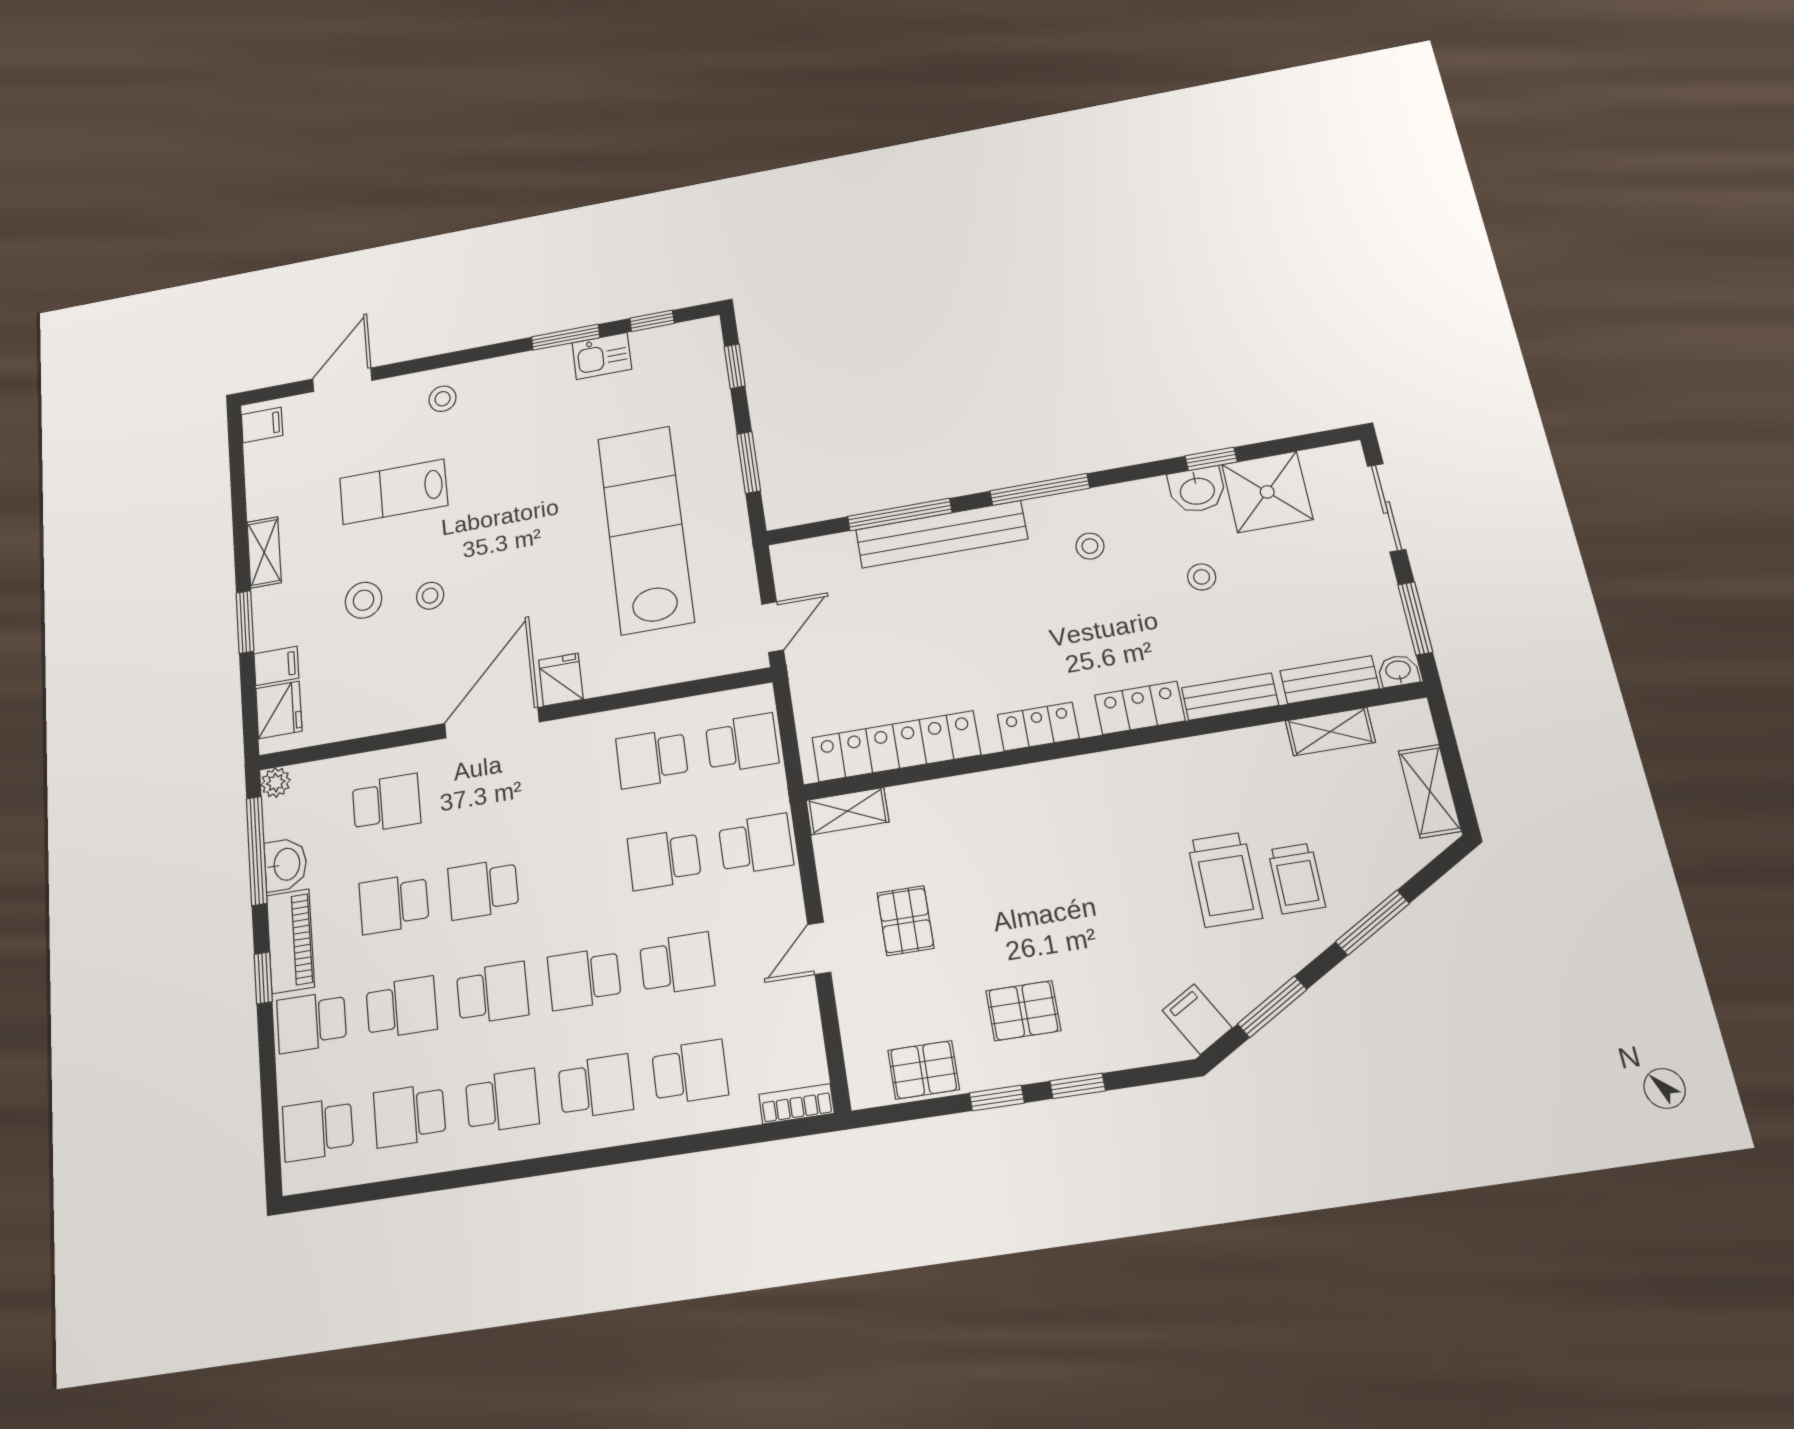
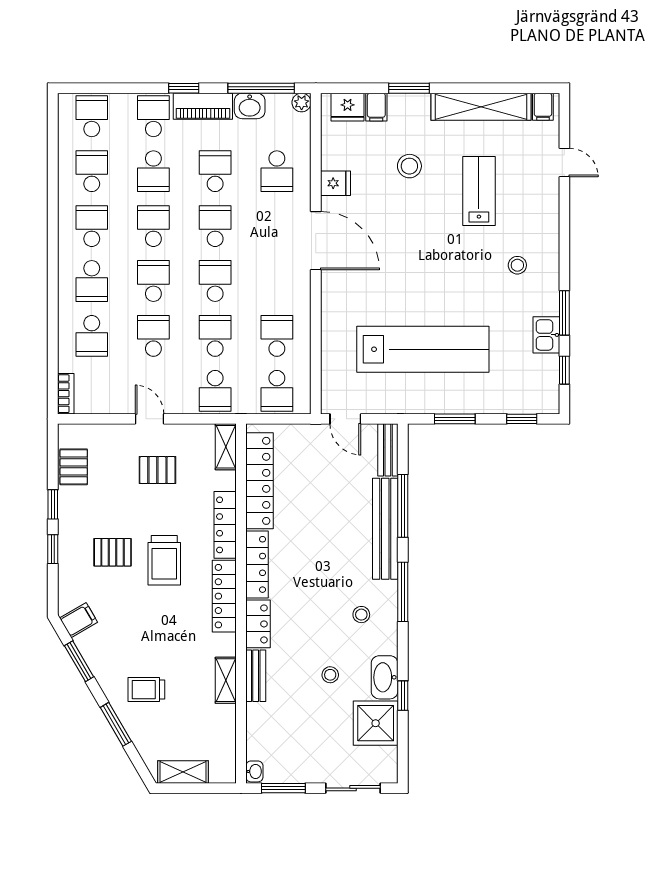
door: (342, 380) -> (564, 163), width x0.73
stool: (443, 399) -> (517, 265), moved
washbasin: (1197, 490) -> (385, 677), width x1.38
shelving: (264, 552) -> (481, 107), width x2.20, depth x1.33
stool: (430, 596) -> (404, 209), removed
fridge: (561, 680) -> (335, 183), moved
bench: (1330, 680) -> (388, 450), moved
locker: (1038, 727) -> (257, 564), width x1.53
shelving: (1330, 732) -> (226, 680), moved
locker: (1103, 772) -> (224, 596), added
locker: (980, 790) -> (225, 525), added
school desk: (573, 874) -> (215, 281), added
trolley: (1225, 879) -> (164, 560), moved, turned -90
school desk: (677, 964) -> (153, 336), turned 180
school desk: (492, 993) -> (153, 226), turned 180
pallet: (1023, 1011) -> (113, 552), moved, turned 90
school desk: (502, 1101) -> (92, 226), turned 180

